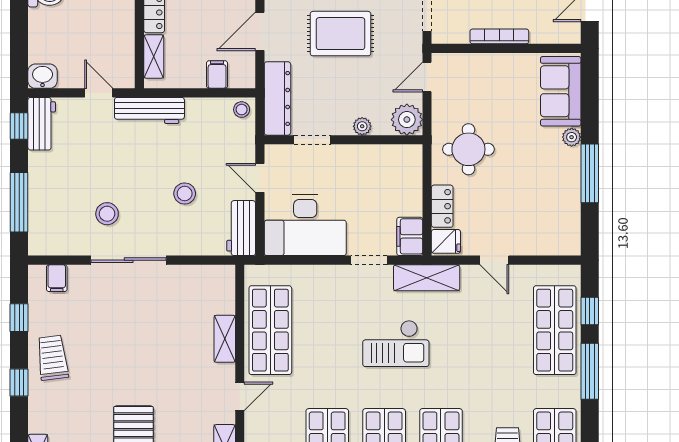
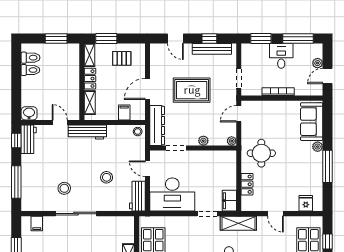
plant: (407, 120) -> (232, 141), width x0.53, depth x0.53
fridge: (446, 241) -> (306, 203), moved, turned -90

